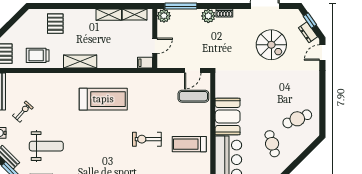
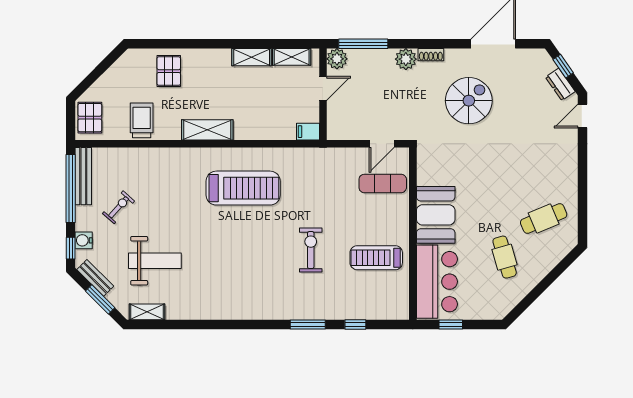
spiral stairs: (271, 45) -> (469, 101), moved, turned -90
door: (155, 46) -> (323, 88), moved
trolley: (38, 55) -> (142, 120), turned 90
exercise bike: (147, 139) -> (311, 250), turned 90

